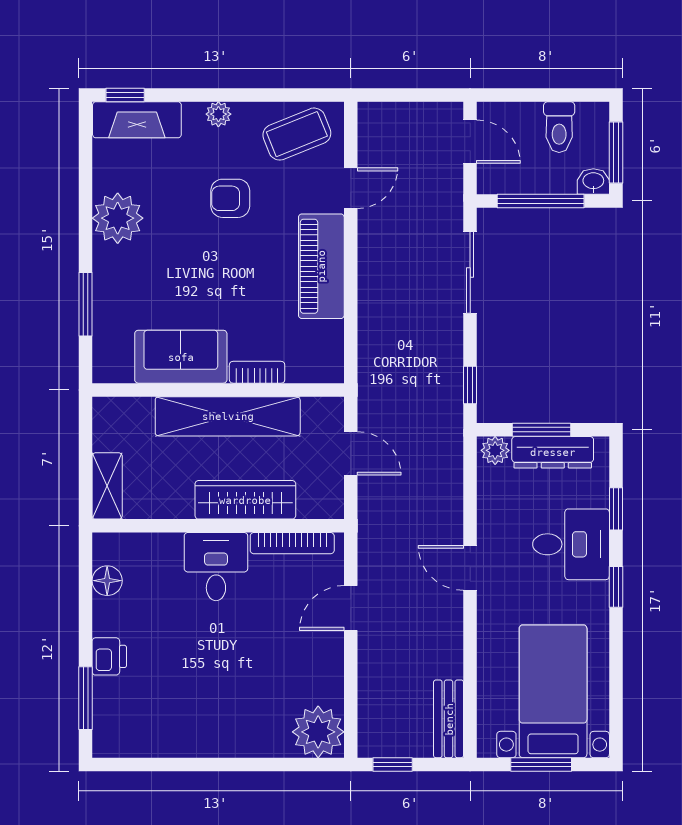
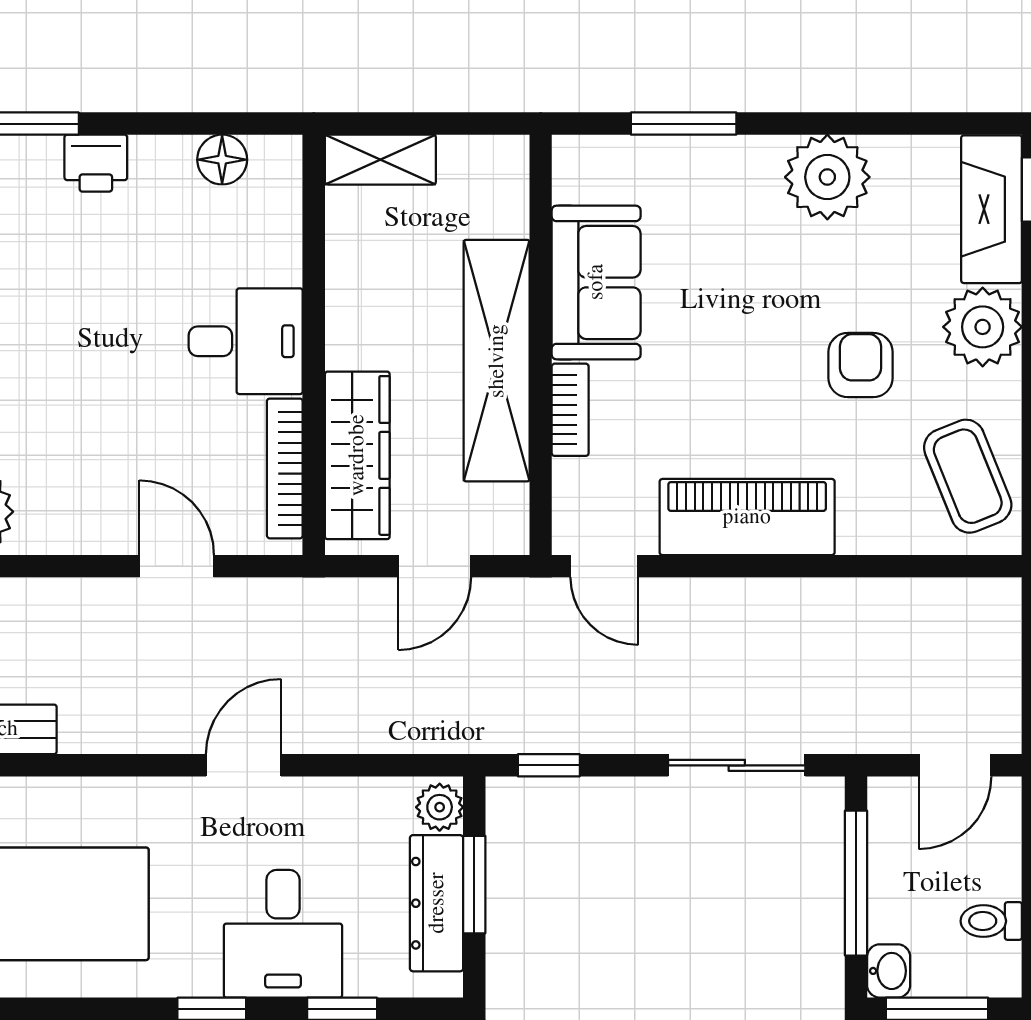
plant: (218, 114) -> (983, 327), width x1.88, depth x1.88
toilet: (559, 127) -> (991, 921), width x0.73, depth x0.72
door: (351, 188) -> (604, 566), moved
wardrobe: (245, 500) -> (357, 455), moved

